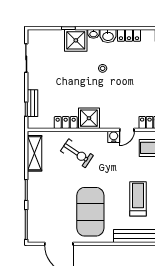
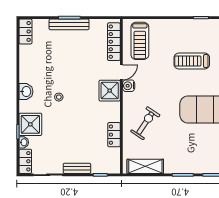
washbasin: (93, 34) -> (24, 142), moved
locker: (129, 35) -> (25, 161), moved
bench: (33, 103) -> (77, 168), moved
shower: (89, 118) -> (110, 91), moved
door: (127, 130) -> (121, 72), hinge flipped

